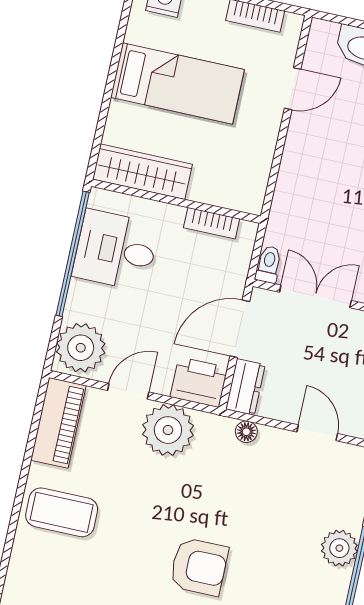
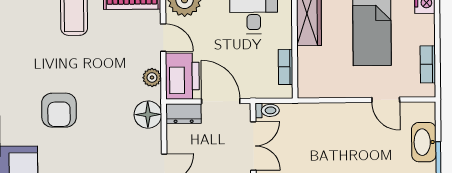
printer: (199, 382) -> (182, 76), width x1.37, depth x1.19
plant: (168, 430) -> (152, 77), width x0.53, depth x0.53
floor lamp: (246, 432) -> (148, 115), width x1.89, depth x1.89

